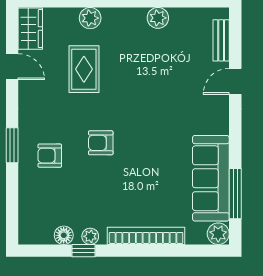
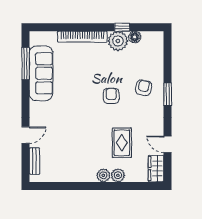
plant: (158, 18) -> (103, 175), moved
armchair: (101, 143) -> (111, 96), turned -90
armchair: (50, 156) -> (144, 88), turned -78
plant: (218, 234) -> (36, 38), removed
plant: (90, 236) -> (118, 41), width x1.88, depth x1.88

